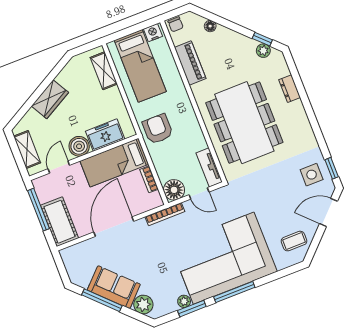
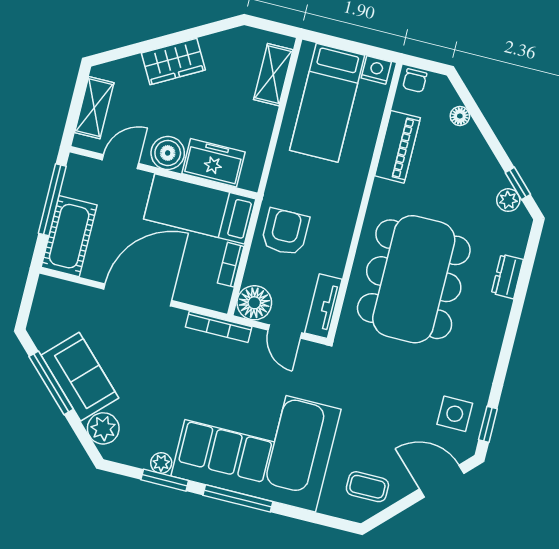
armchair: (158, 129) -> (285, 232), moved

